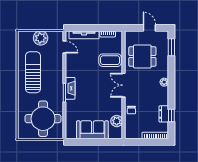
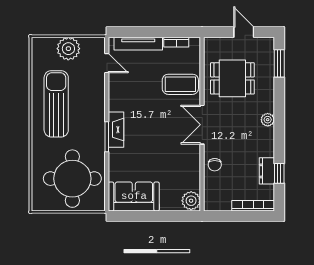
plant: (117, 121) -> (191, 201), moved
sofa: (92, 130) -> (134, 196), moved

